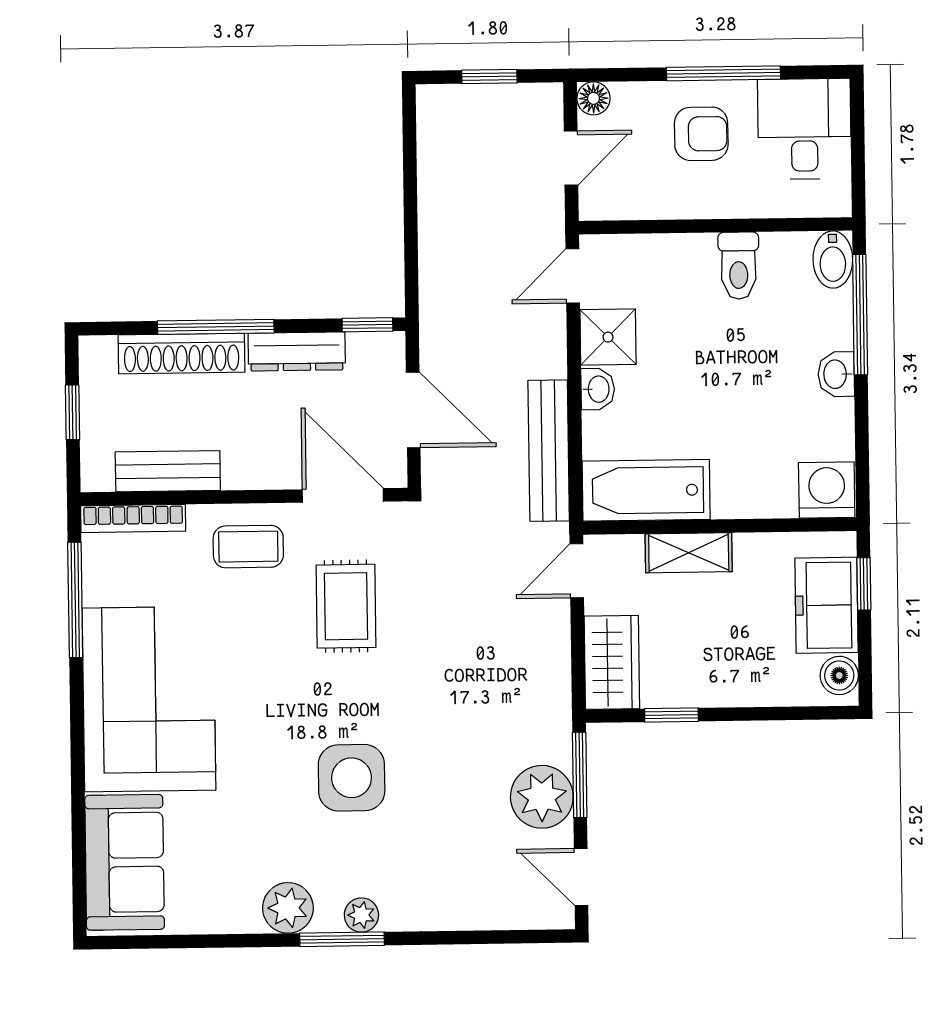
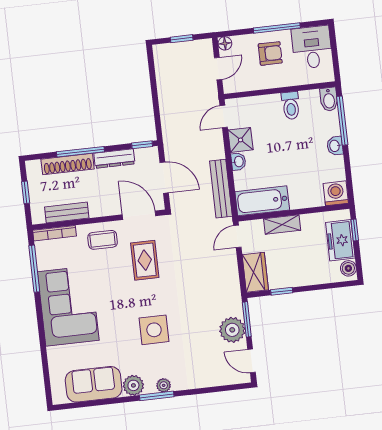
sofa: (125, 862) -> (94, 384), moved, turned -90

